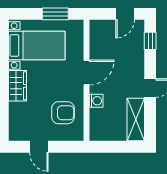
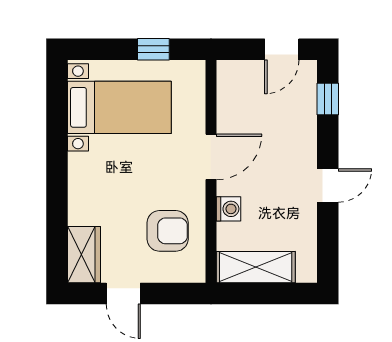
window: (55, 14) -> (153, 49), width x0.67
wardrobe: (17, 86) -> (84, 255), moved
shelving: (136, 120) -> (256, 267), moved, turned 90

